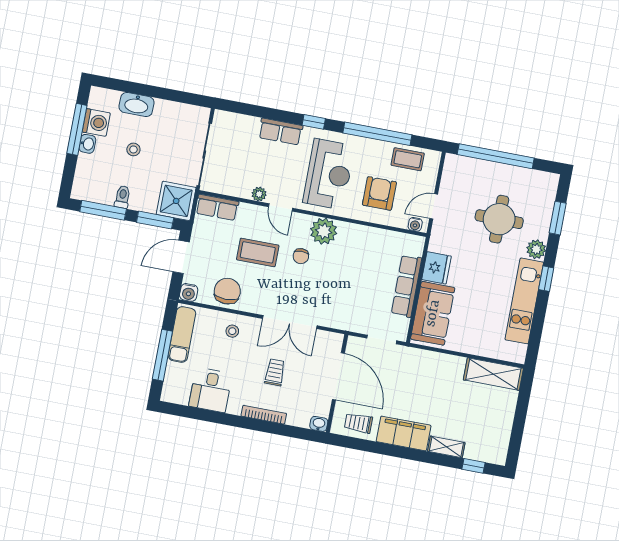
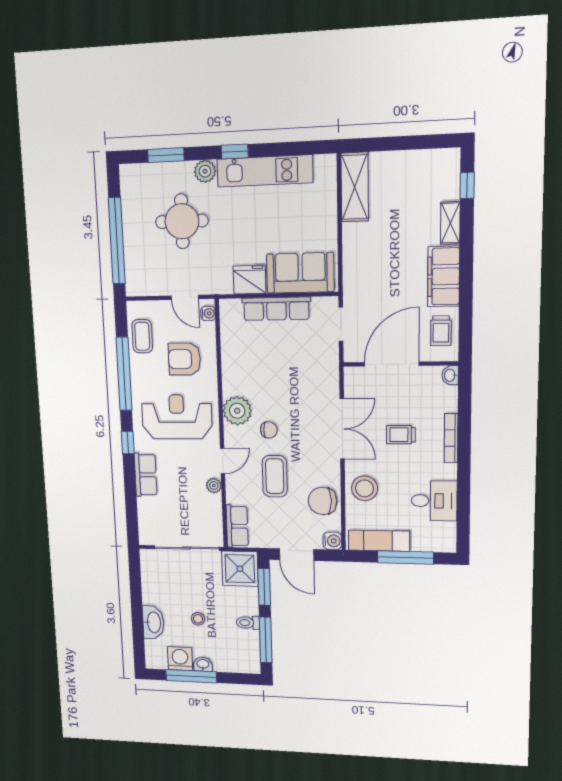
stool: (232, 331) -> (365, 488), width x1.89, depth x1.89

